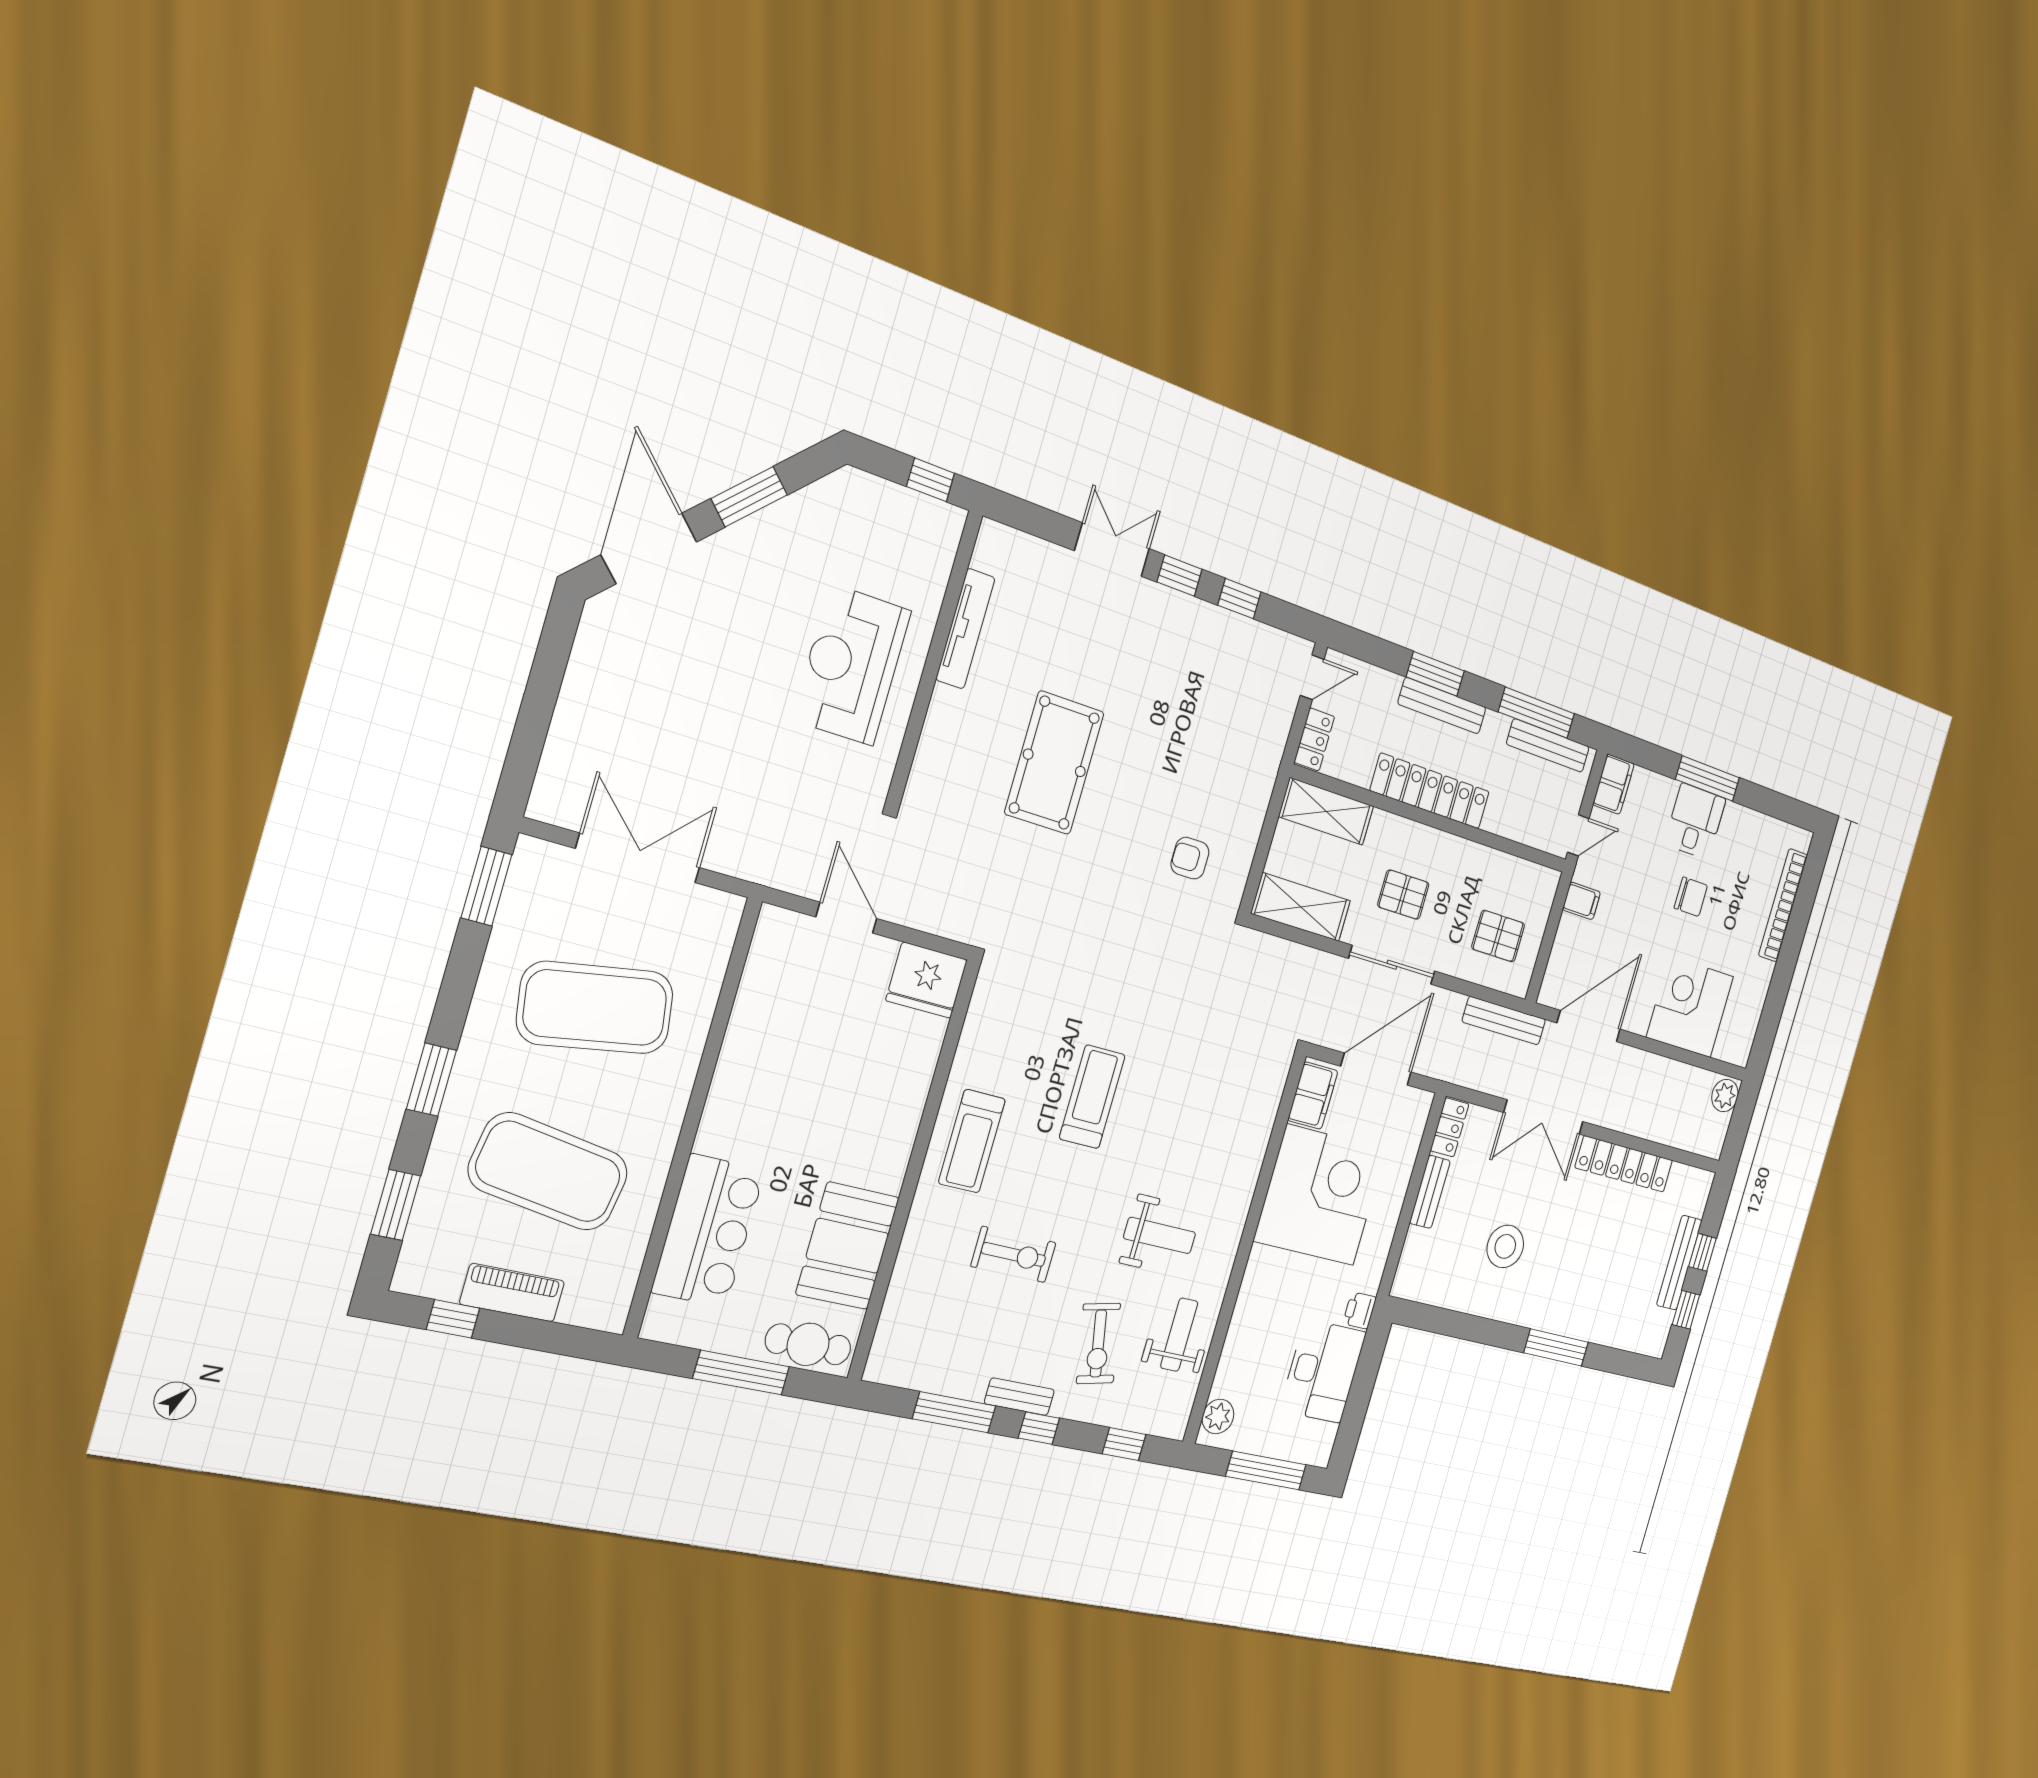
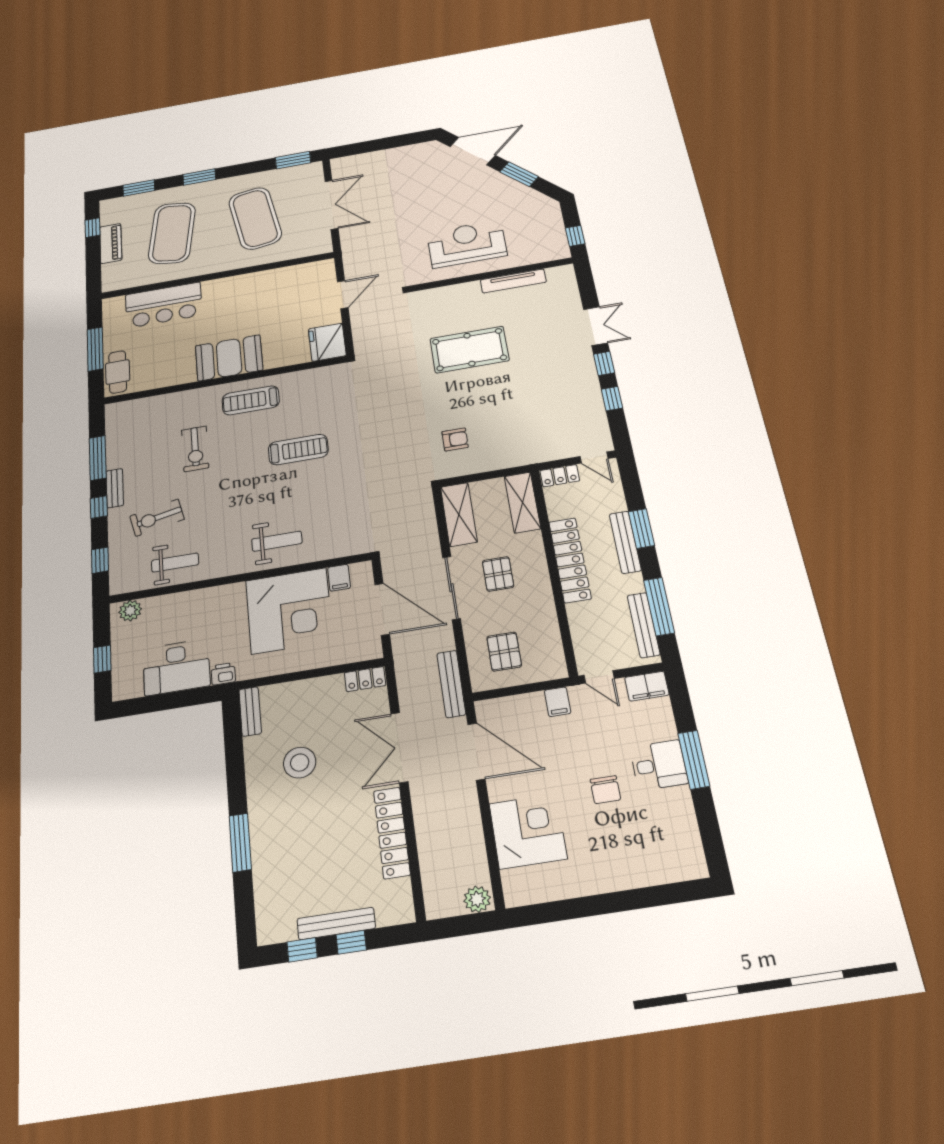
armchair: (1190, 858) -> (455, 439), turned 90
bookcase: (1783, 905) -> (642, 877), removed
filing cabinet: (1313, 1096) -> (339, 578), width x0.50
bench: (1430, 1192) -> (250, 712), moved, turned 90
weight bench: (1160, 1235) -> (277, 541), moved, turned -90
booth: (848, 1246) -> (229, 358), moved
window: (1266, 1471) -> (102, 659), width x0.46

